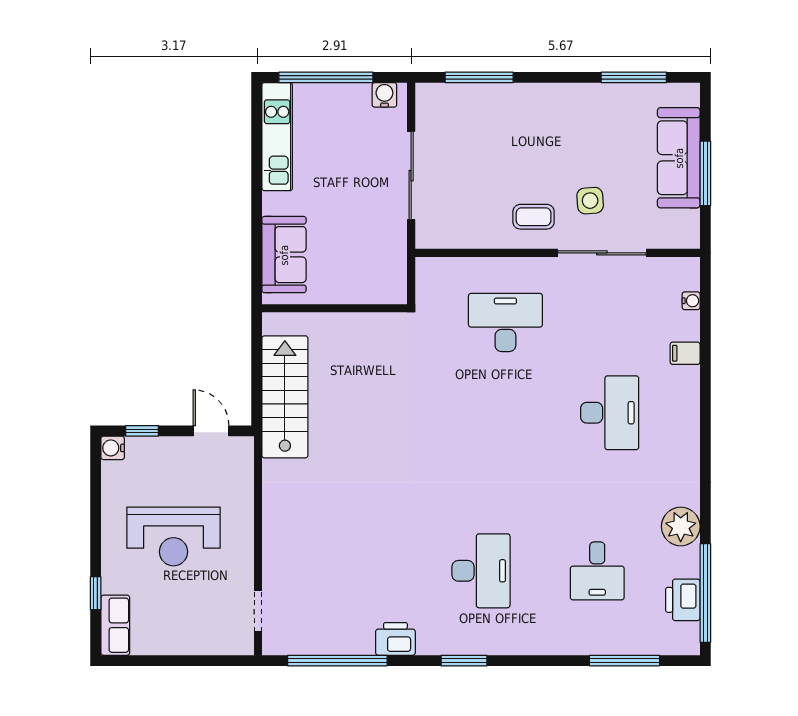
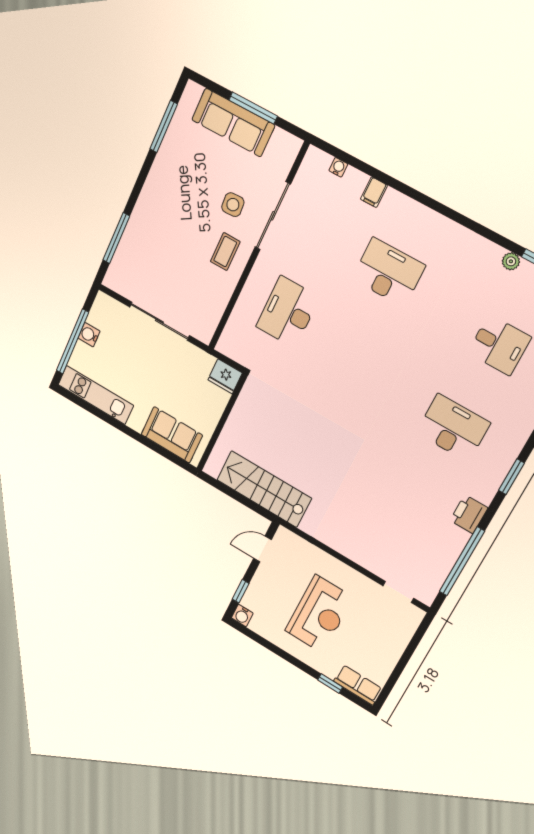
water cooler: (384, 95) -> (89, 335), moved
fridge: (391, 286) -> (225, 376), added
plant: (681, 526) -> (511, 261), width x0.53, depth x0.53

